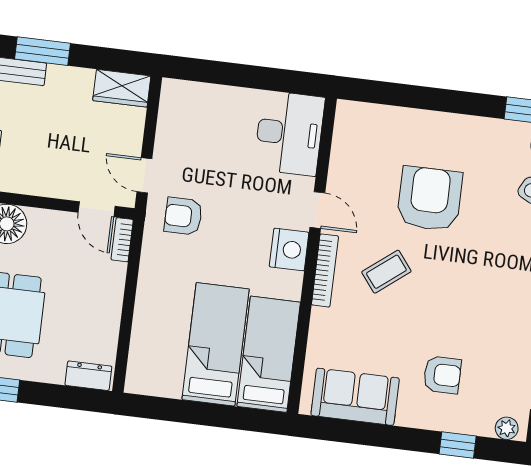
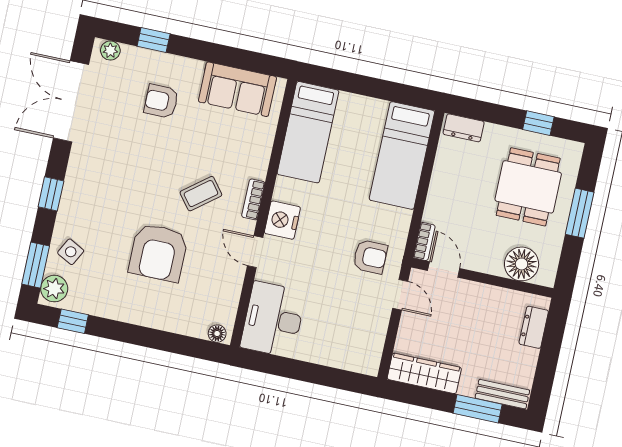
wardrobe: (122, 88) -> (424, 373), width x1.50
floor lamp: (353, 111) -> (217, 334), added
bookcase: (325, 270) -> (253, 199), width x0.64
bed: (216, 344) -> (402, 155), moved

